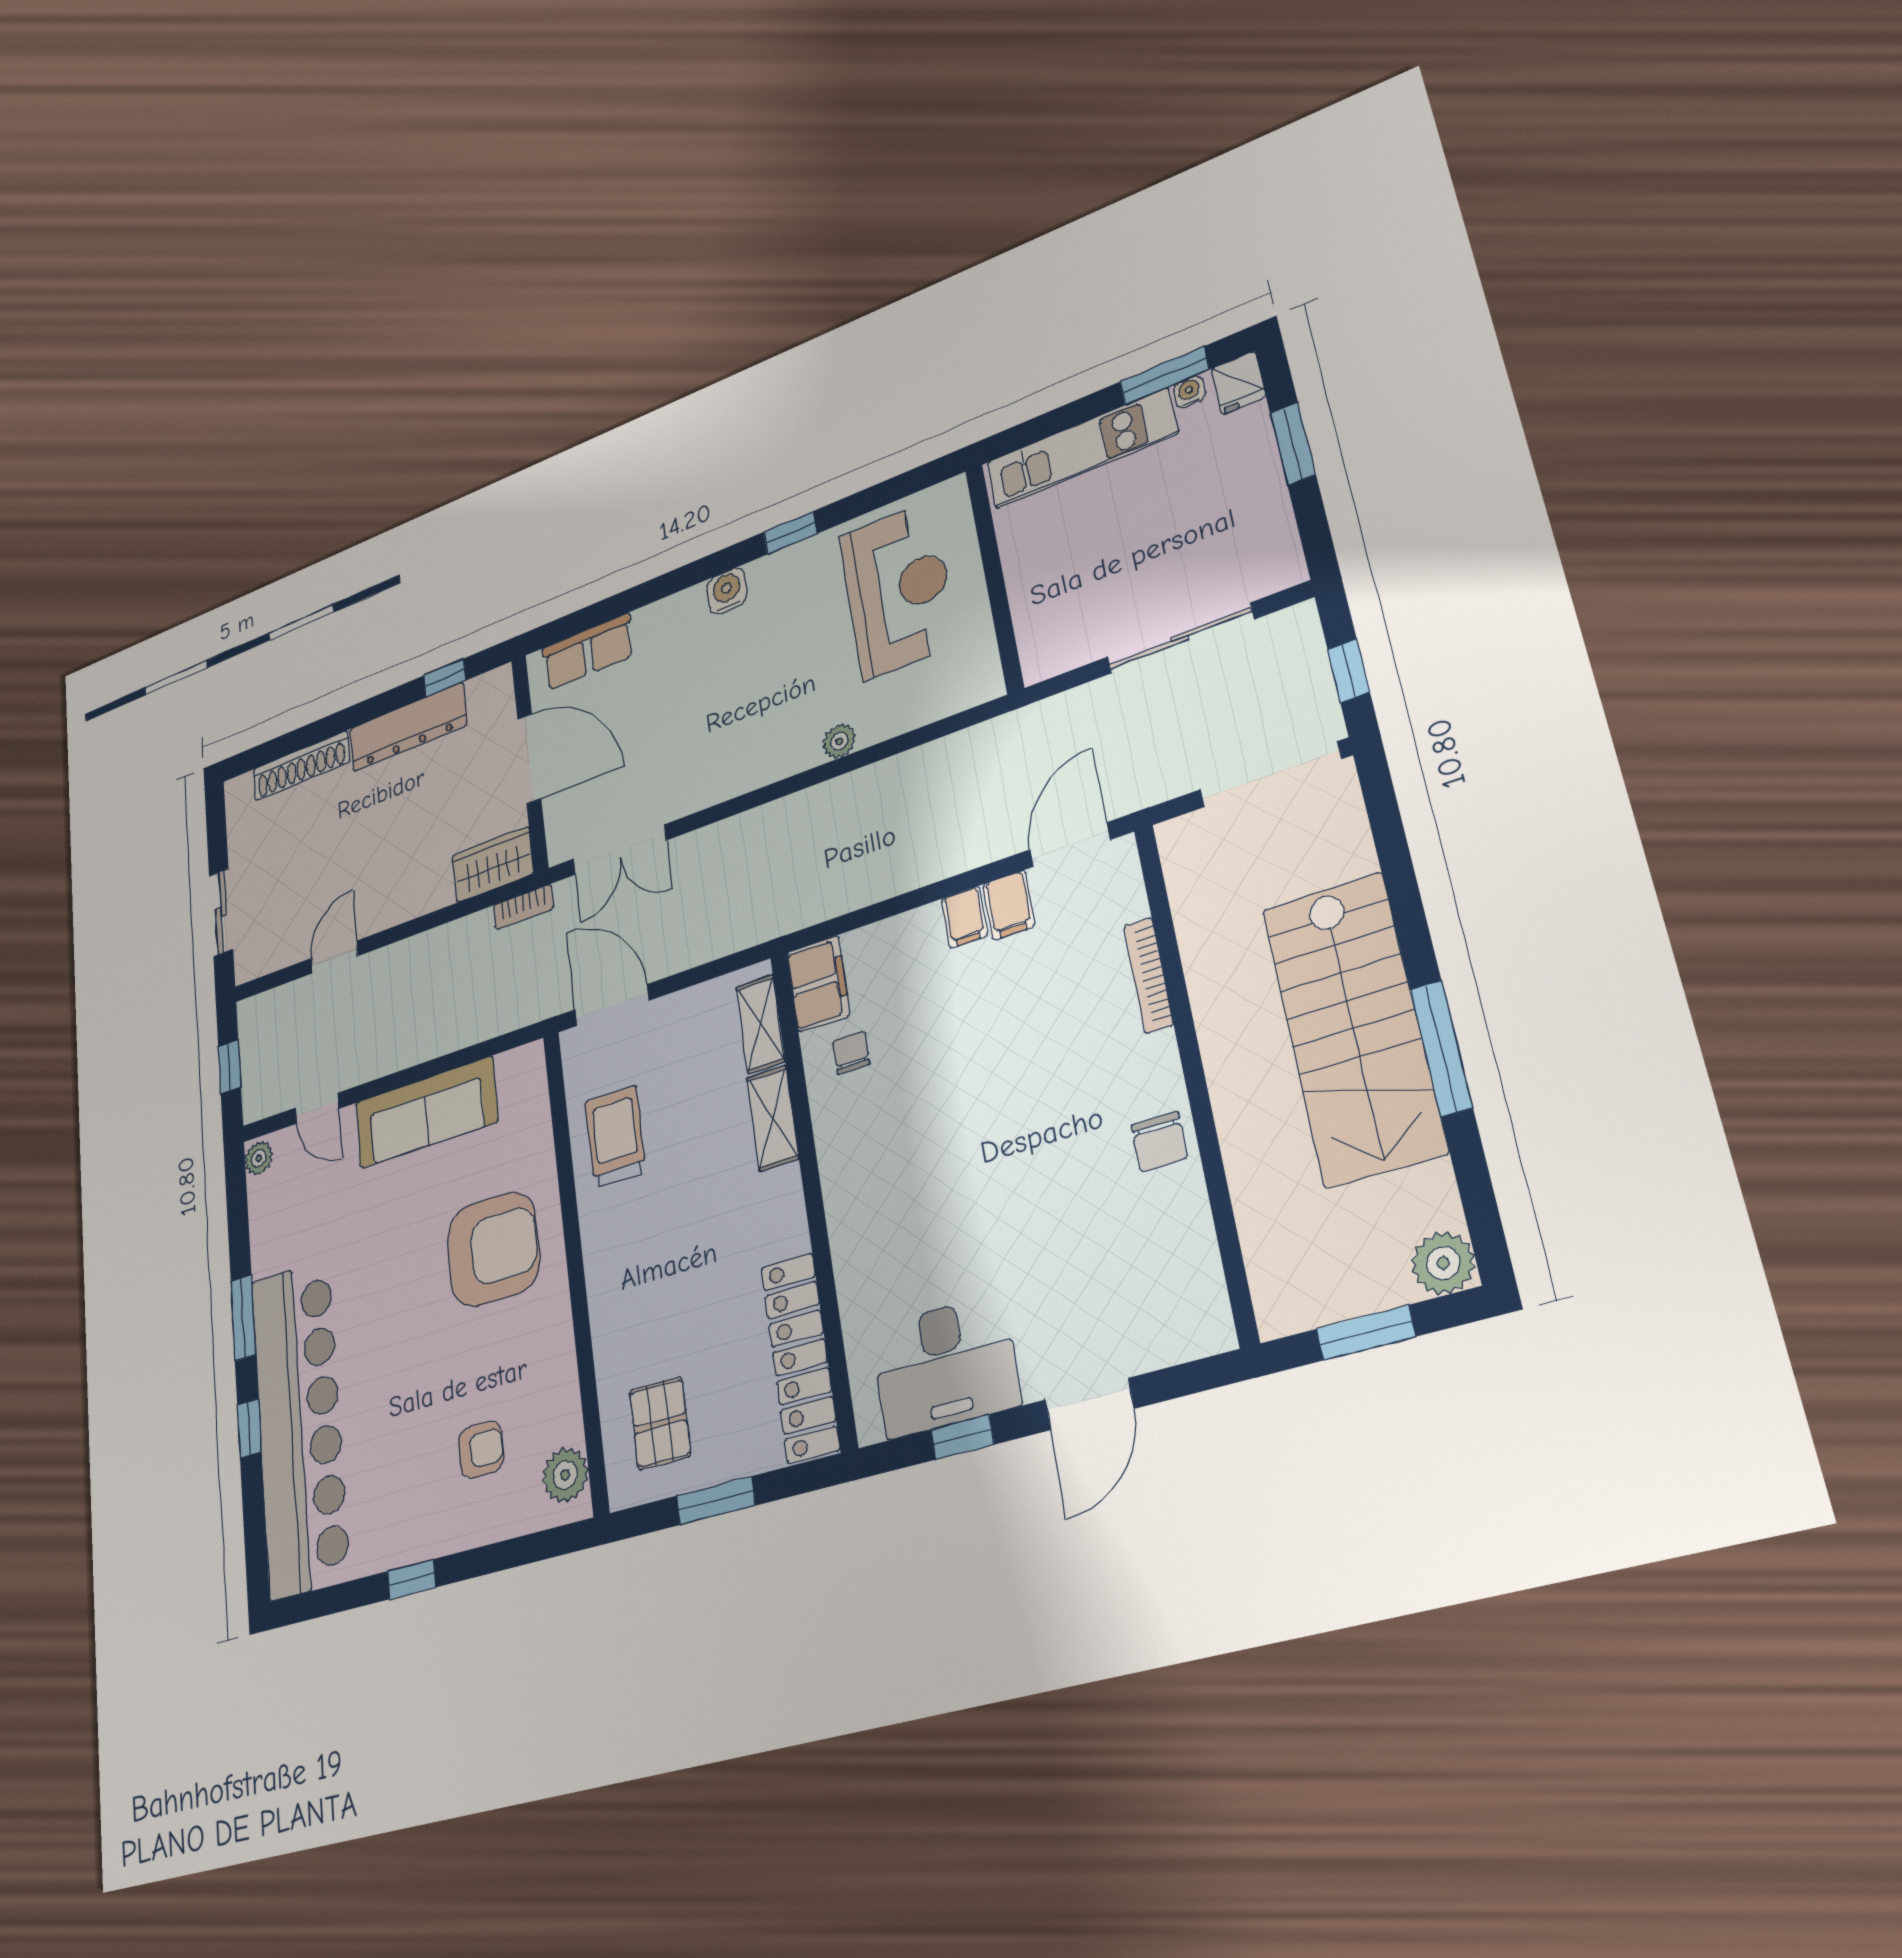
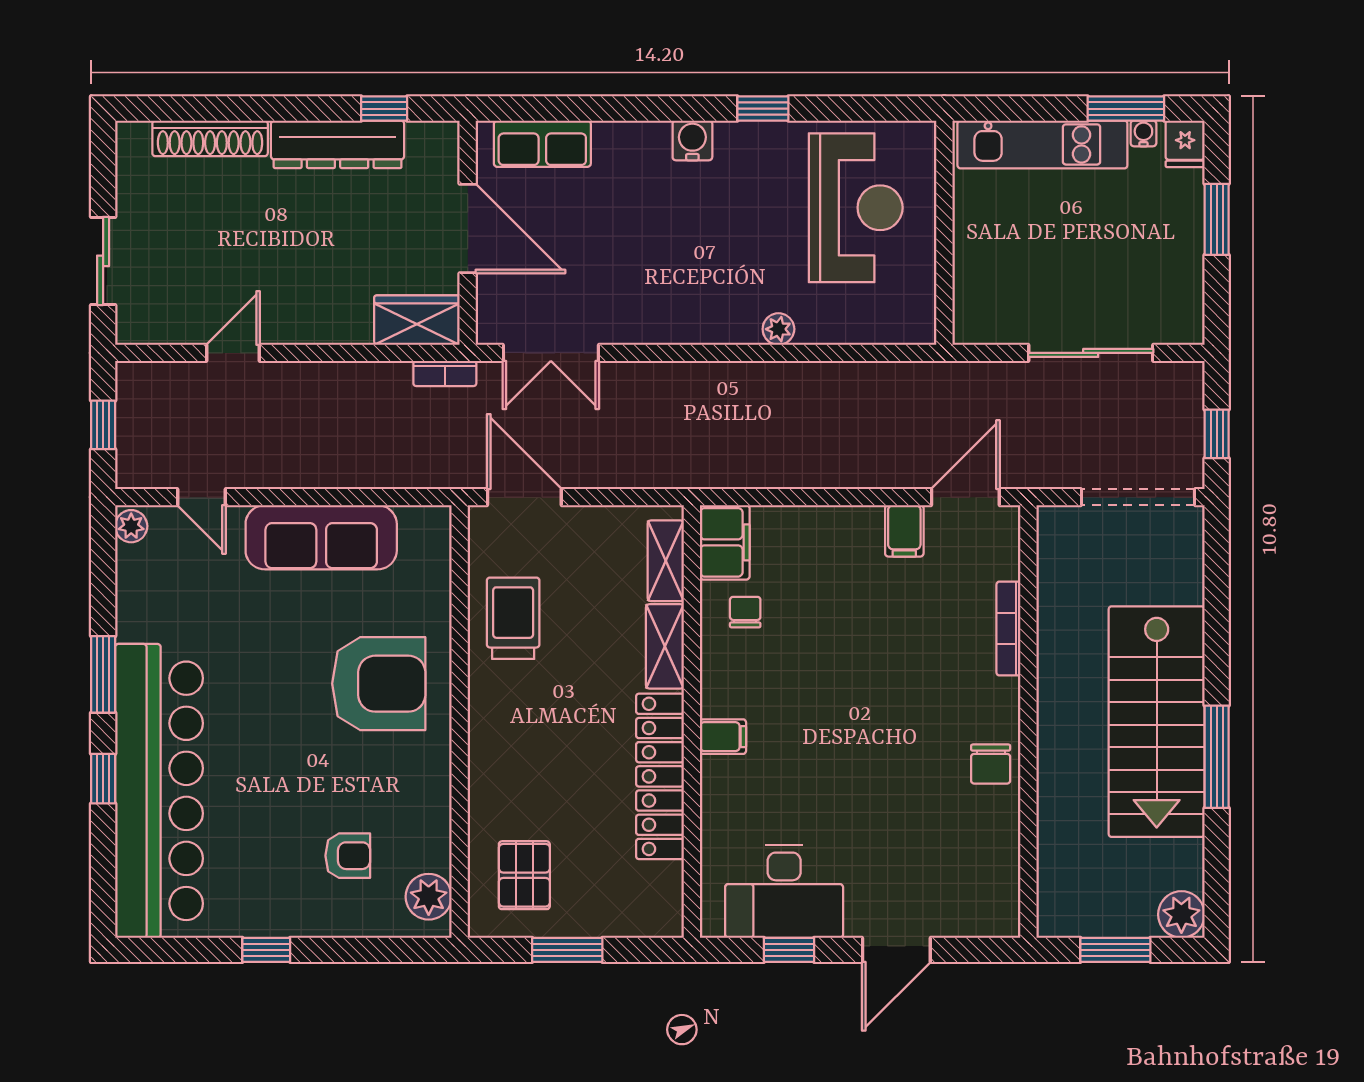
filing cabinet: (965, 917) -> (723, 737), moved, turned -90
locker: (800, 1357) -> (660, 776), moved

